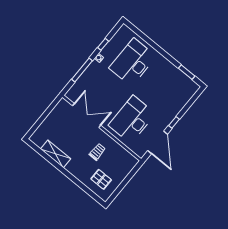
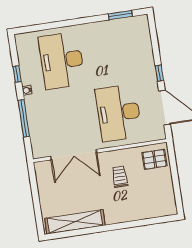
double door: (87, 116) -> (74, 155), swing flipped
shelving: (56, 154) -> (75, 222), width x1.47
pallet: (101, 179) -> (154, 159), moved

